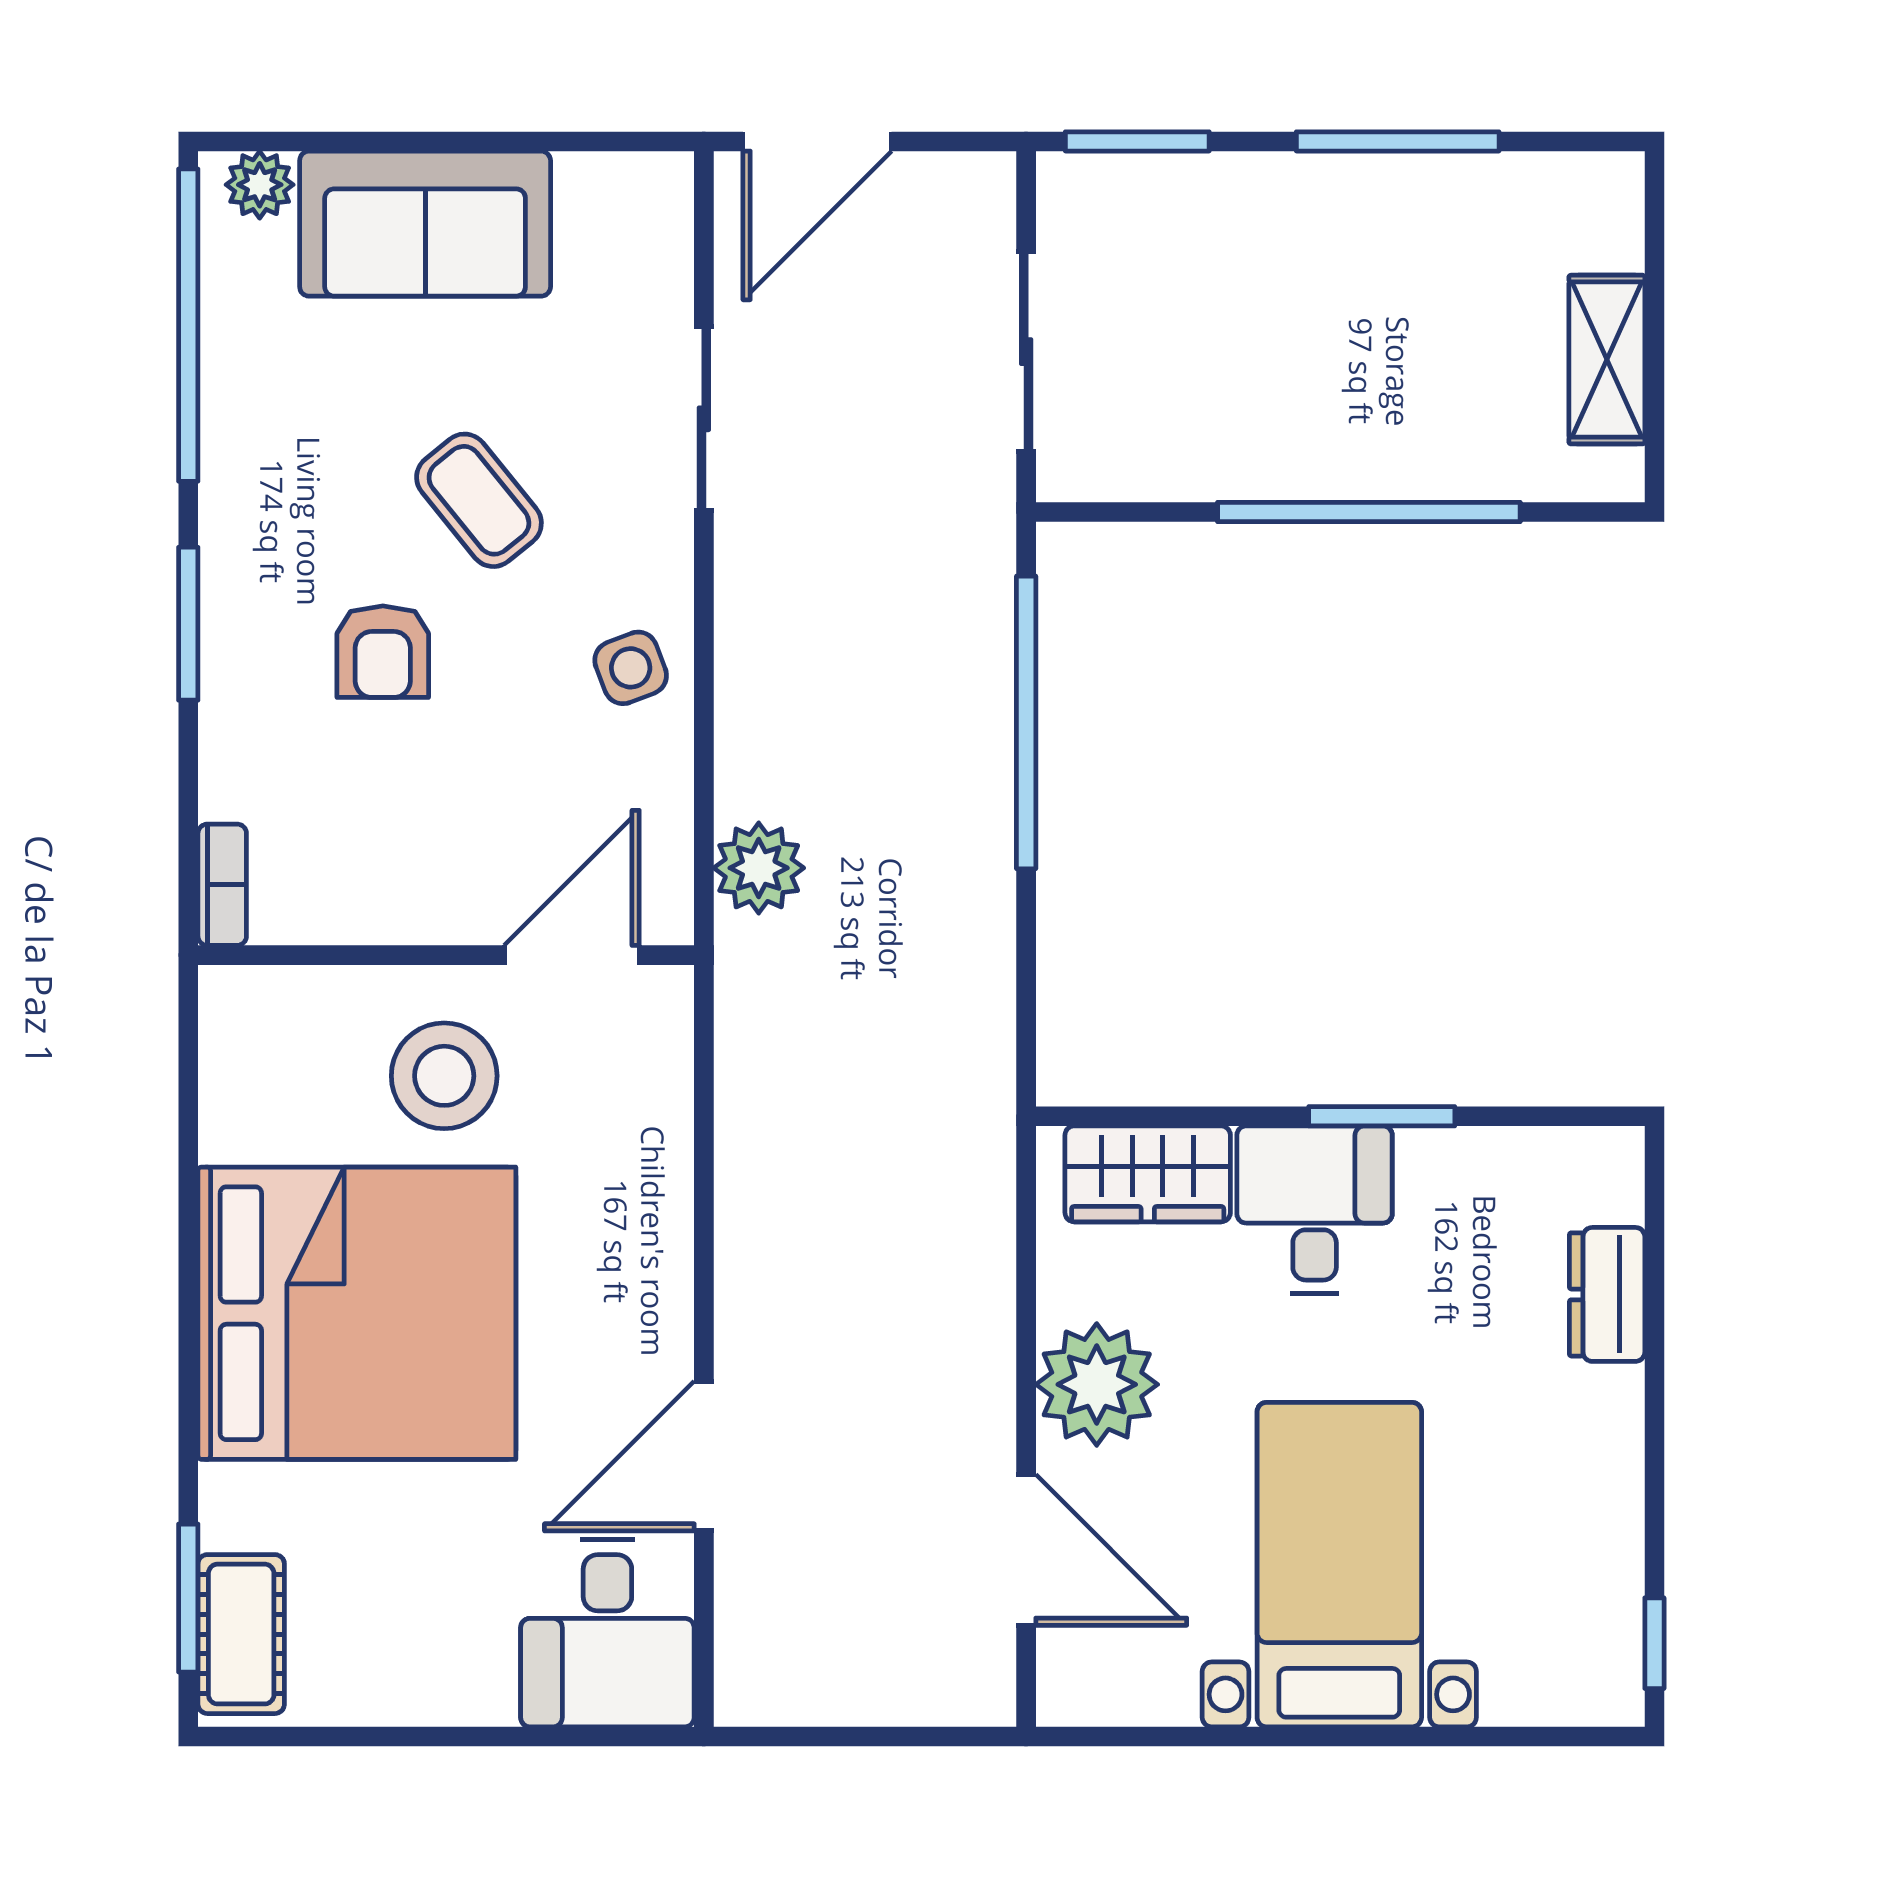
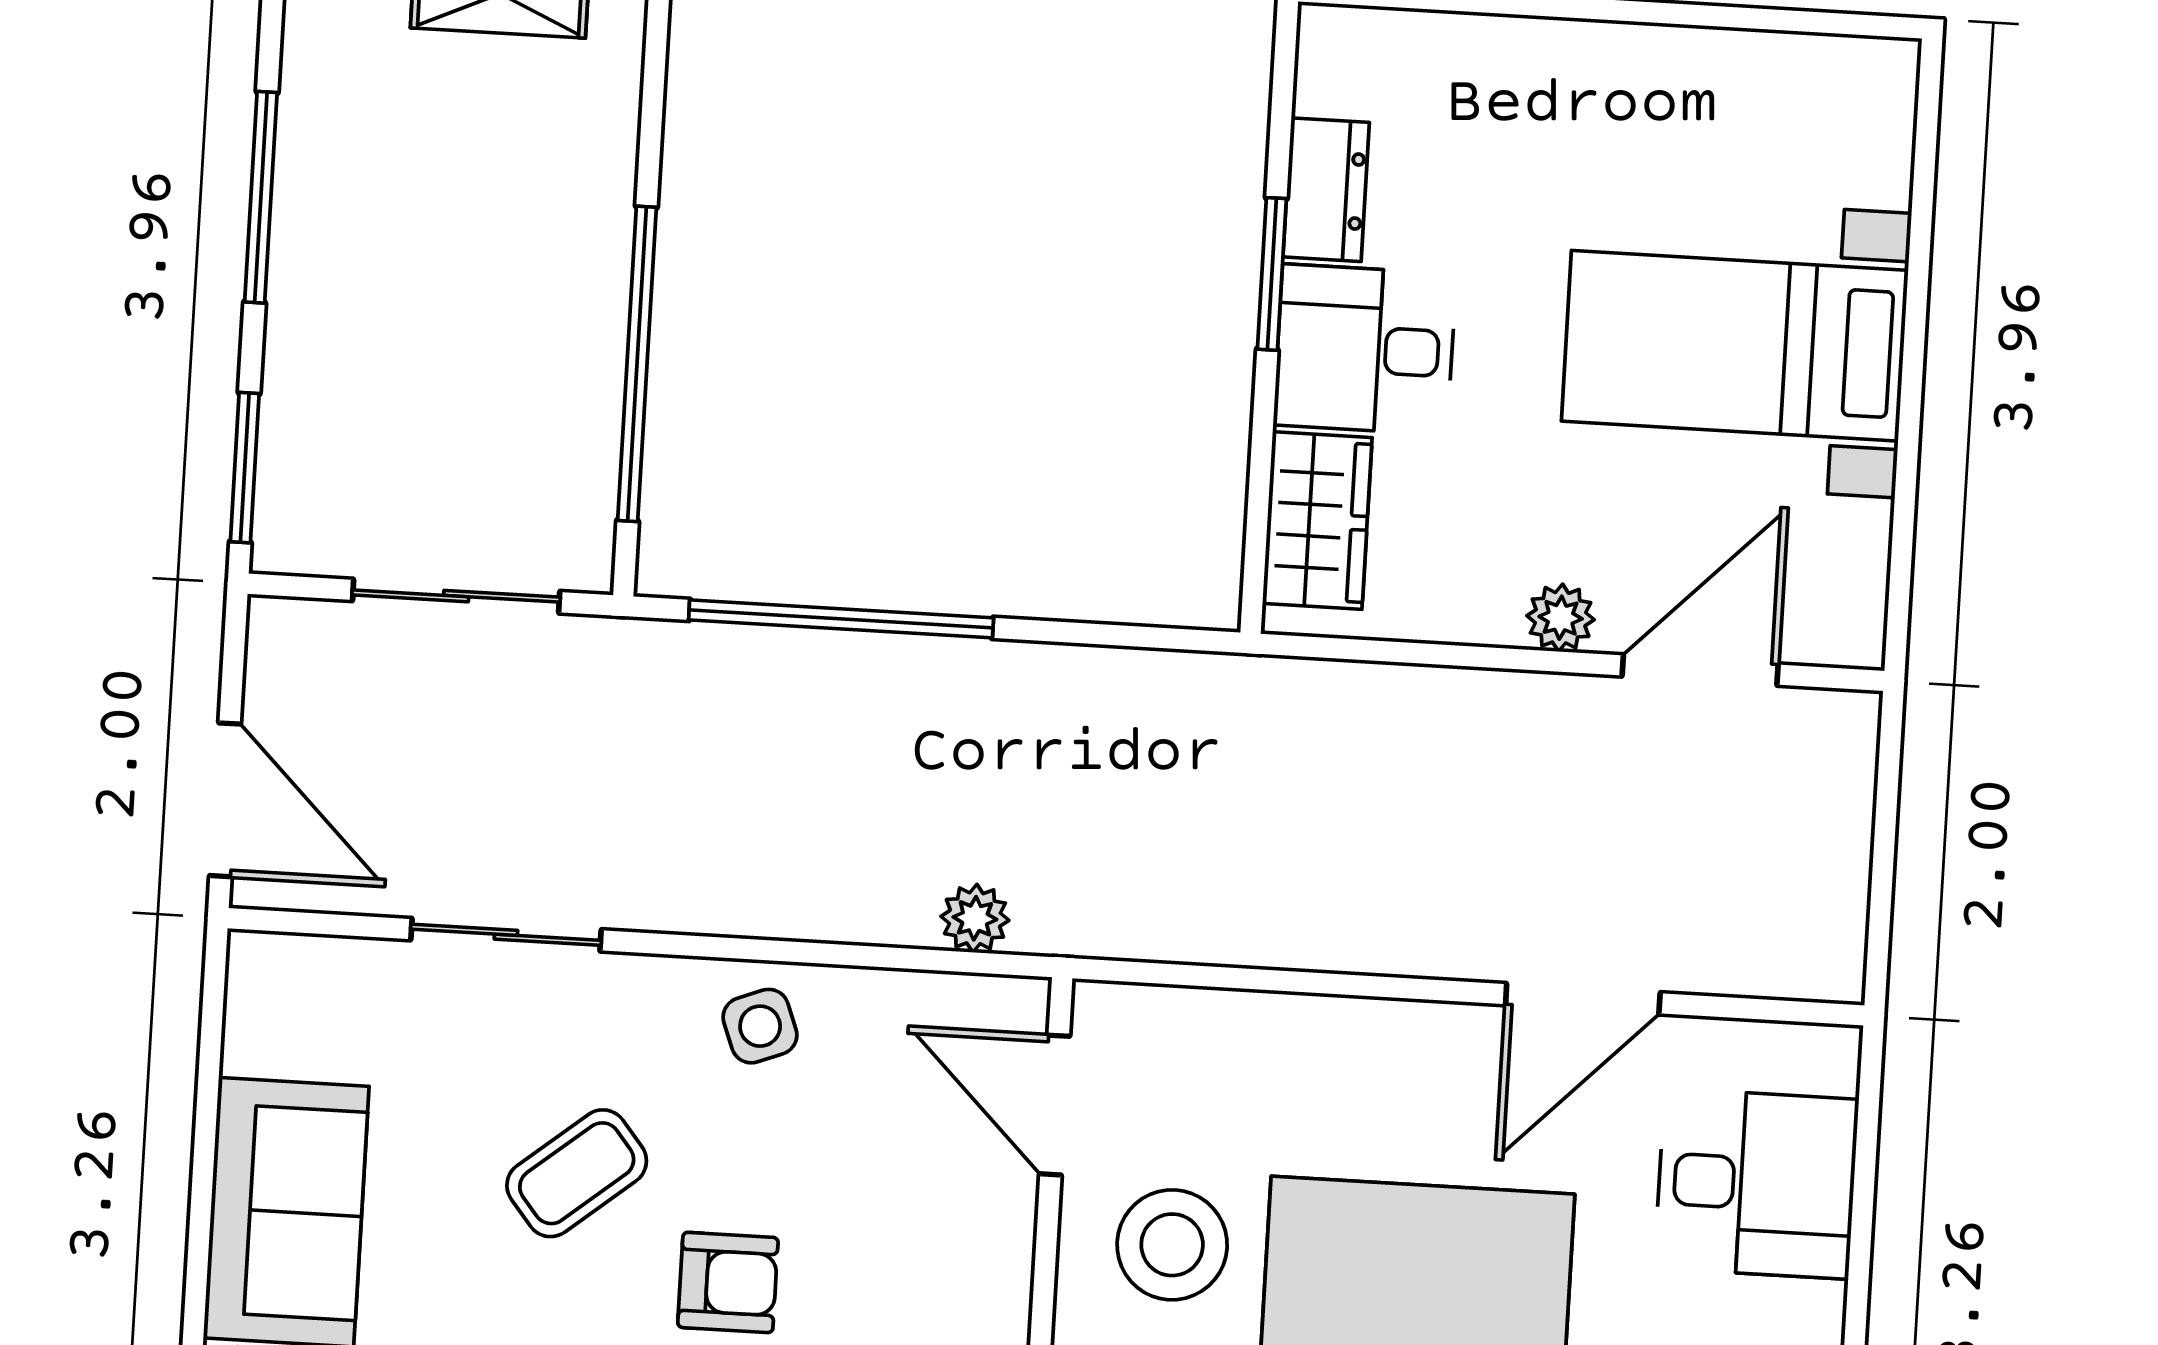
window: (1369, 512) -> (637, 364), moved
plant: (759, 868) -> (975, 918), width x0.73, depth x0.73
dresser: (1607, 1294) -> (1326, 190), moved, turned -90
plant: (1097, 1384) -> (1561, 618), width x0.53, depth x0.53
door: (704, 1456) -> (1583, 999), hinge flipped
desk: (607, 1633) -> (1757, 1184), moved
window: (1654, 1643) -> (1836, 23), removed

